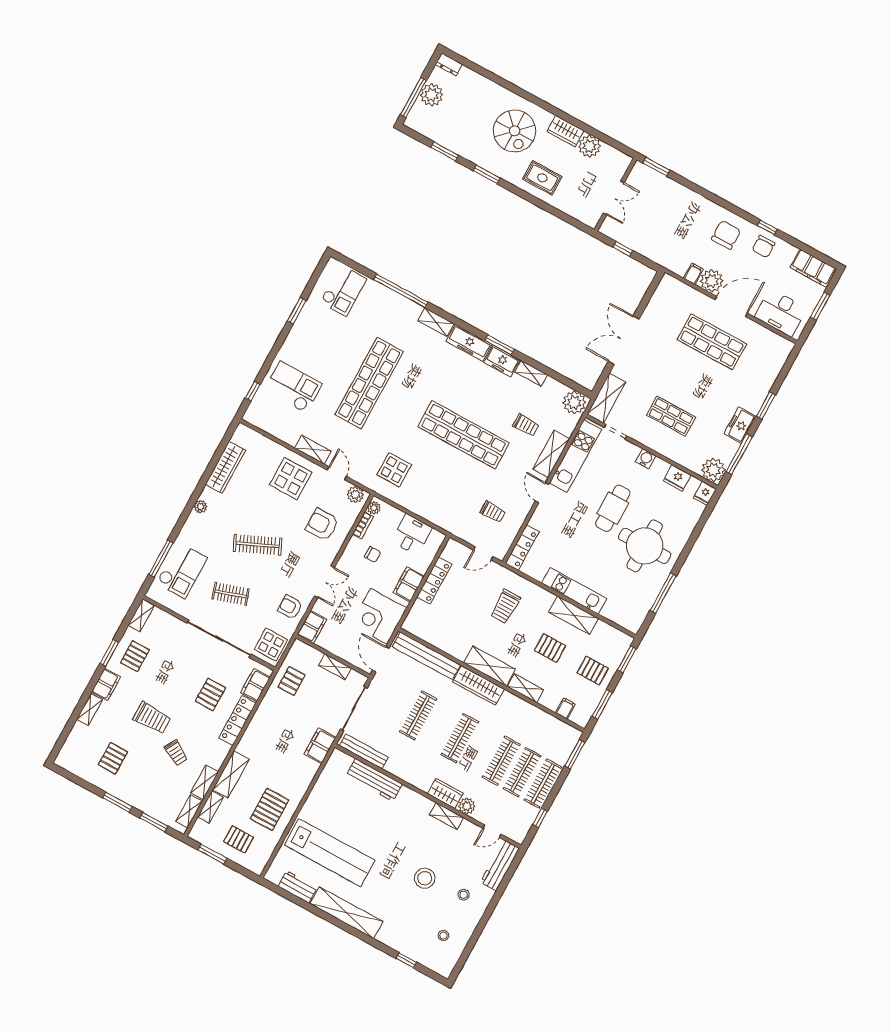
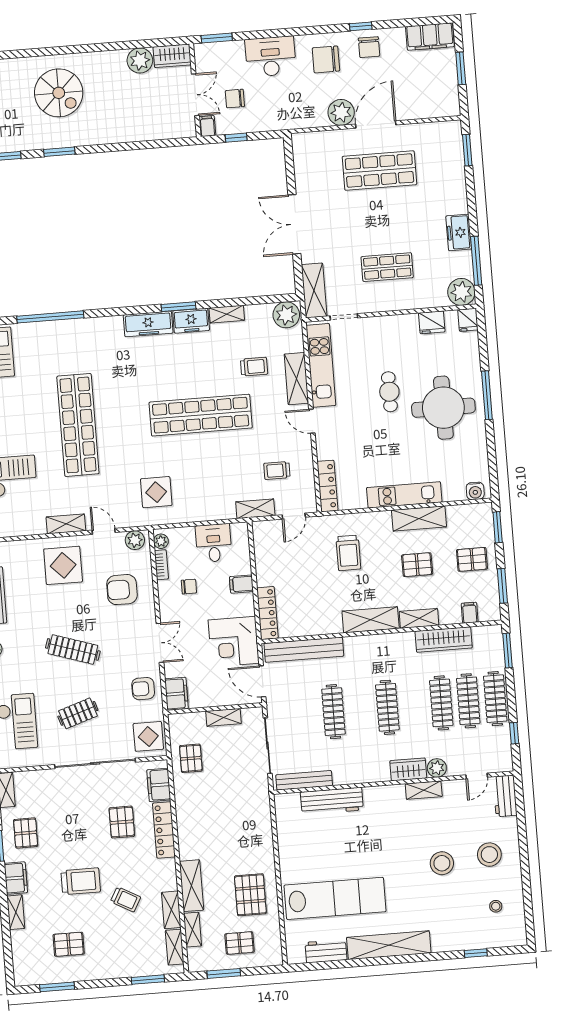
wardrobe: (565, 131) -> (172, 56), moved
rug: (542, 178) -> (115, 120), removed
chair: (641, 220) -> (235, 99), added
chair: (726, 235) -> (326, 59), turned -90
filing cabinet: (693, 274) -> (207, 126), moved
desk: (781, 313) -> (271, 57), moved, turned 180
shelving: (436, 322) -> (255, 509), moved
window: (766, 406) -> (467, 150), moved
water cooler: (646, 459) -> (475, 491), moved, turned 180
cafe table: (613, 508) -> (389, 392), width x0.73, depth x0.74
trolley: (493, 512) -> (277, 470), turned 180
clothes rail: (258, 545) -> (73, 649), turned 42
locker: (434, 581) -> (267, 613), moved
filing cabinet: (409, 584) -> (241, 584), width x0.50
window: (663, 593) -> (487, 395), moved
wardrobe: (479, 685) -> (444, 639), moved
filing cabinet: (320, 746) -> (259, 802), removed
pallet: (113, 758) -> (69, 944), turned 90
window: (117, 802) -> (57, 987), moved
workbench: (500, 865) -> (505, 796), width x0.73
stool: (464, 895) -> (489, 855), width x1.89, depth x1.89

